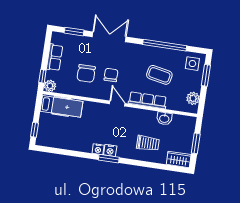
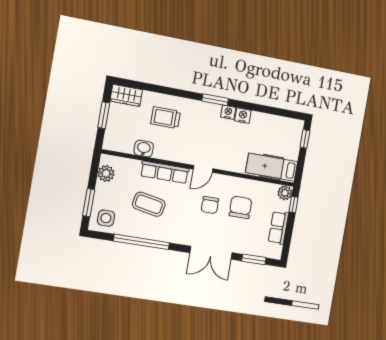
door: (117, 104) -> (203, 169), hinge flipped
nightstand: (110, 150) -> (243, 116), moved

